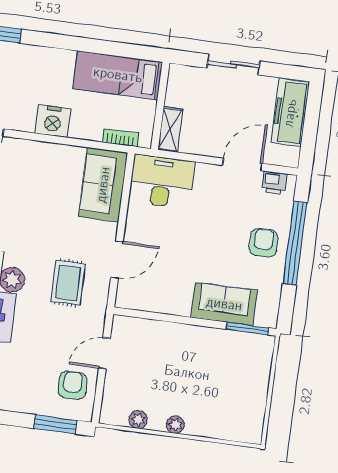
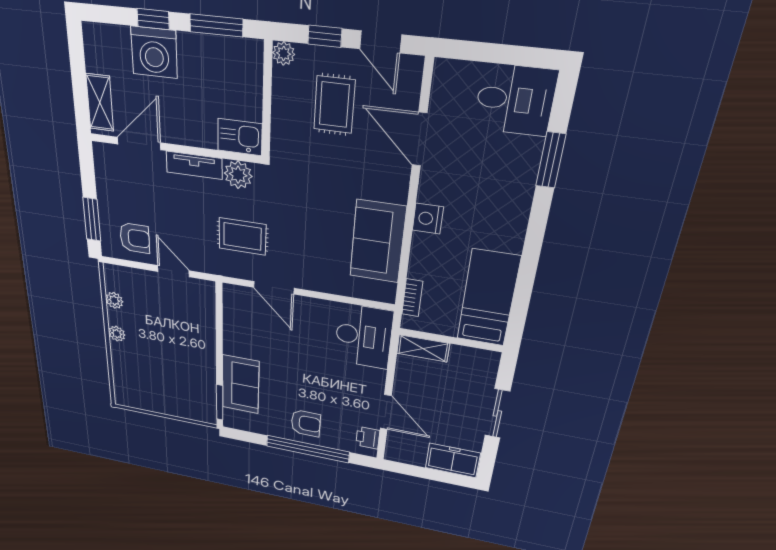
freezer: (290, 113) -> (453, 460), width x0.71
nightstand: (53, 121) -> (428, 219), width x0.74, depth x0.75
sofa: (103, 185) -> (378, 242), moved, turned -90

